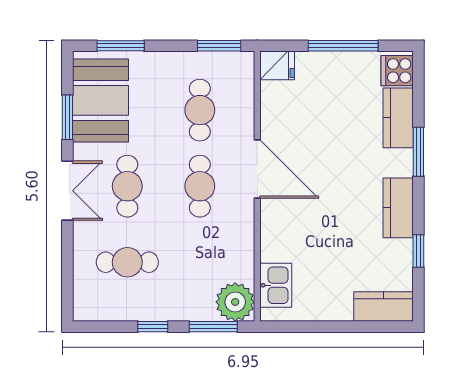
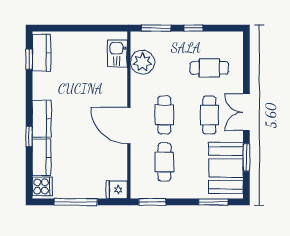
window: (418, 152) -> (29, 136), width x0.67
kitchen counter: (398, 208) -> (42, 119), moved
window: (418, 251) -> (29, 59), moved
plant: (235, 302) -> (143, 62), moved
kitchen counter: (384, 307) -> (41, 53), moved, turned -90

